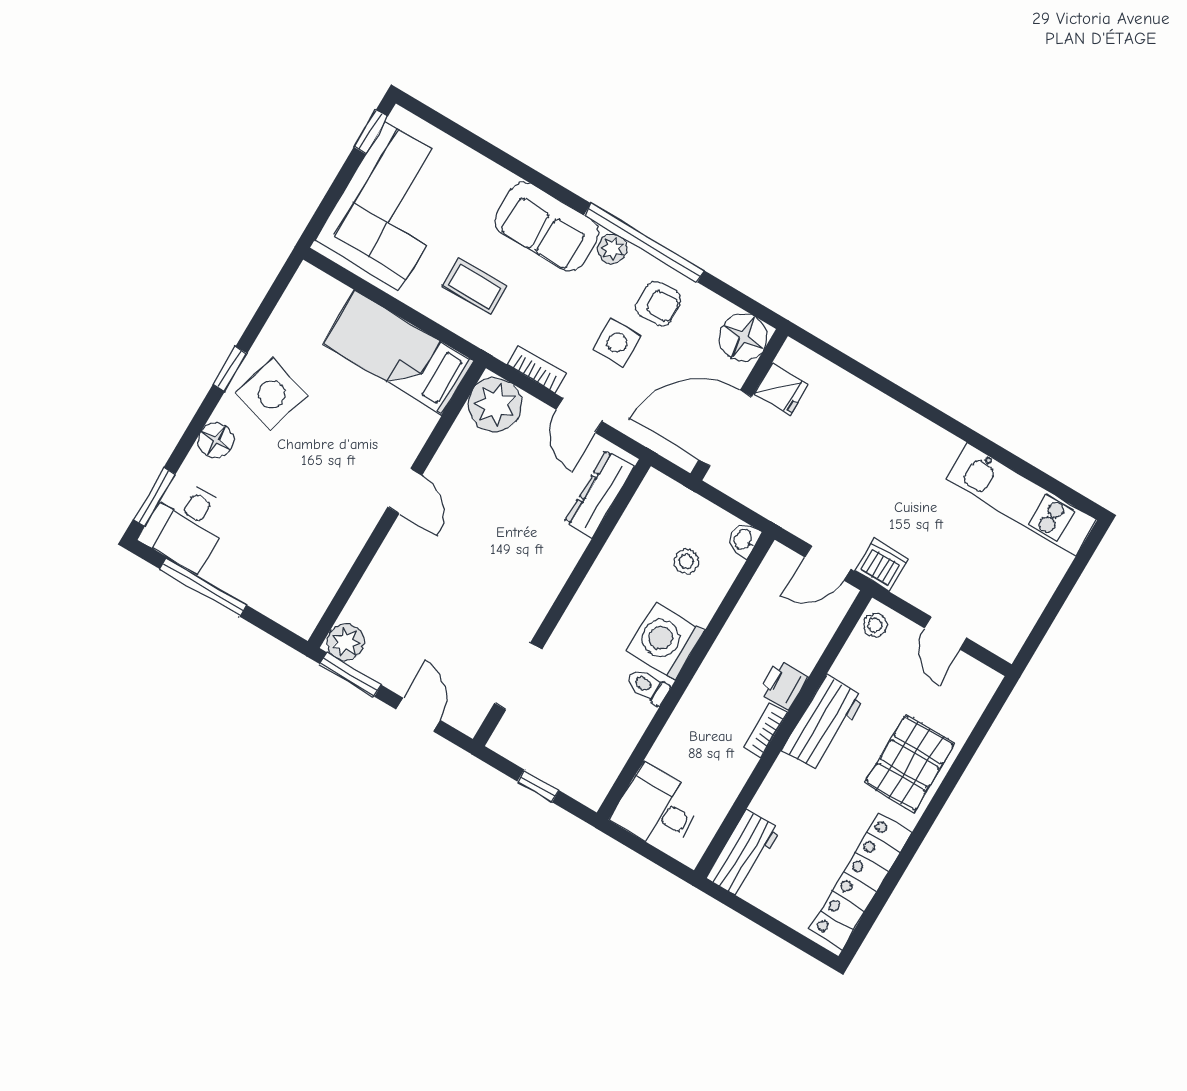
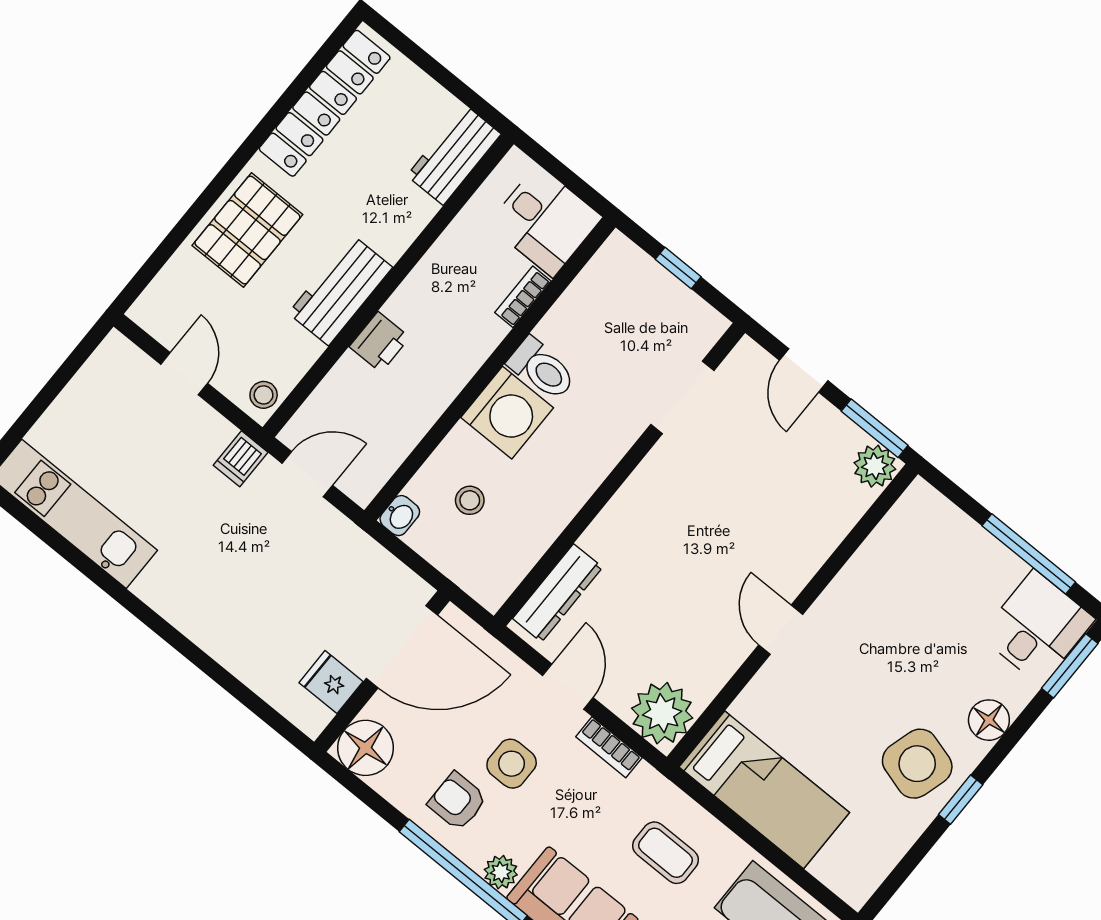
dishwasher: (882, 565) -> (241, 459), width x0.73
toilet: (648, 687) -> (542, 369), width x1.37, depth x1.39
bookcase: (765, 730) -> (523, 297), moved, turned 180

